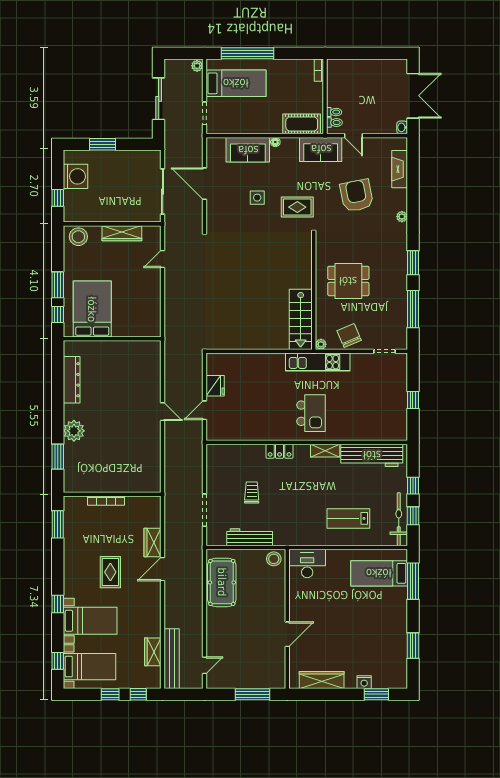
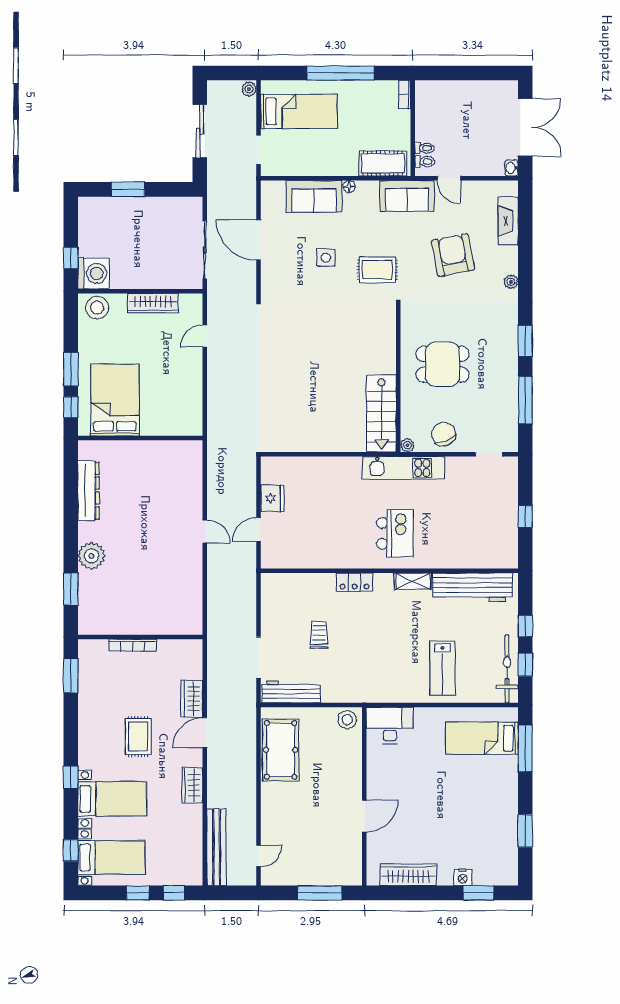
window: (248, 53) -> (341, 73), moved
washing machine: (76, 176) -> (94, 273), moved
lab bench: (348, 518) -> (443, 668), turned -90
workbench: (250, 537) -> (291, 692), moved
wardrobe: (153, 652) -> (192, 785), moved

